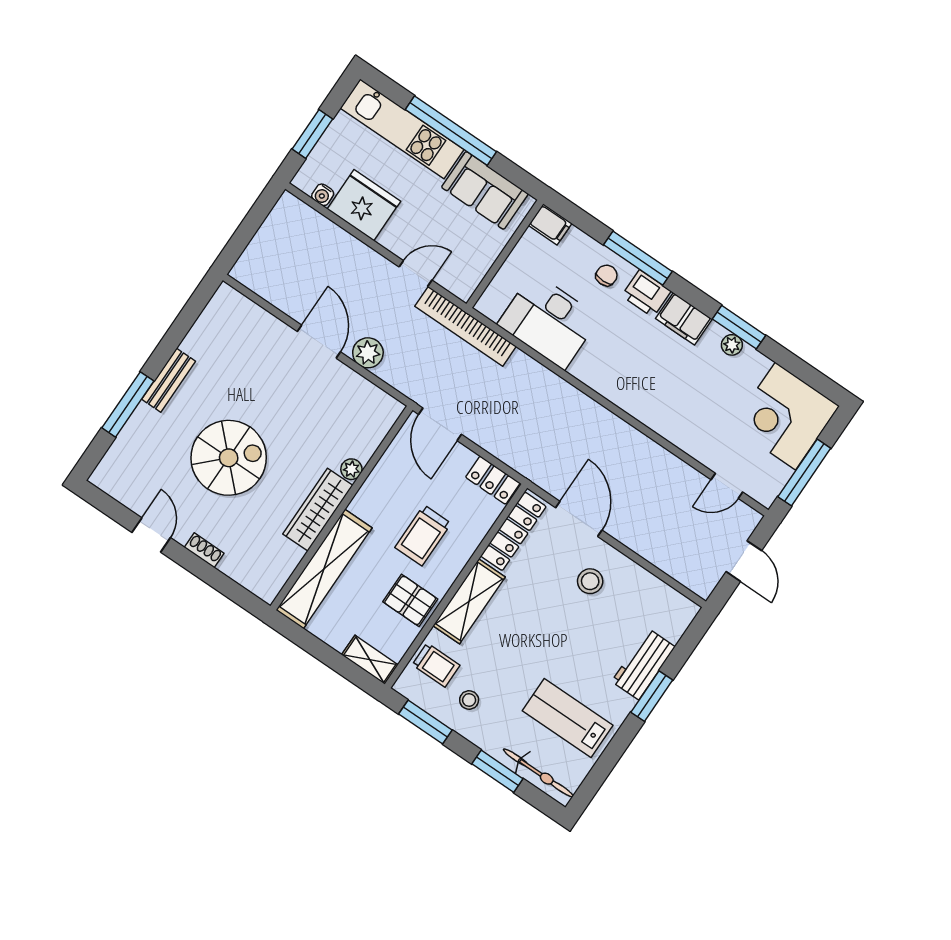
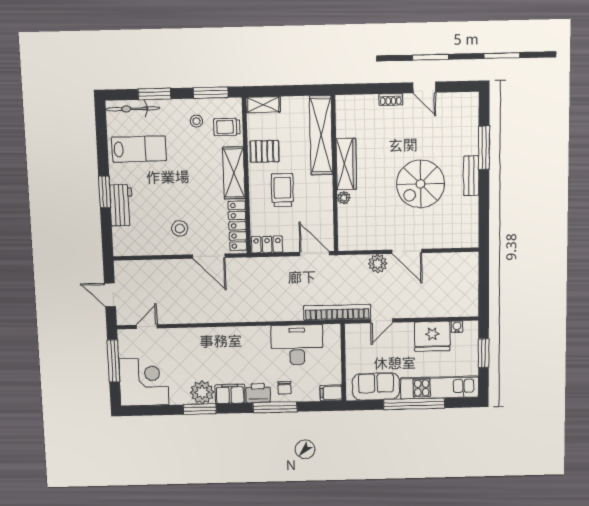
plant: (732, 345) -> (202, 392), width x1.87, depth x1.87
spiral stairs: (229, 458) -> (420, 184), moved

